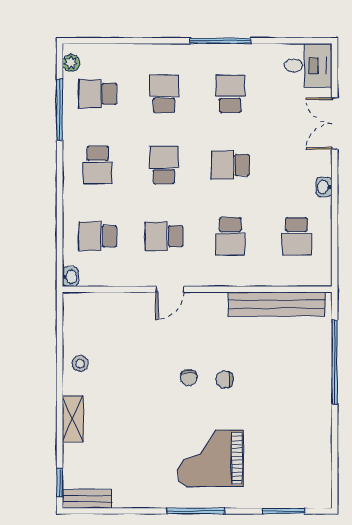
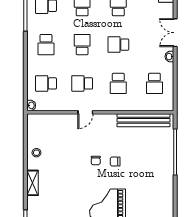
double door: (335, 124) -> (175, 33), moved

